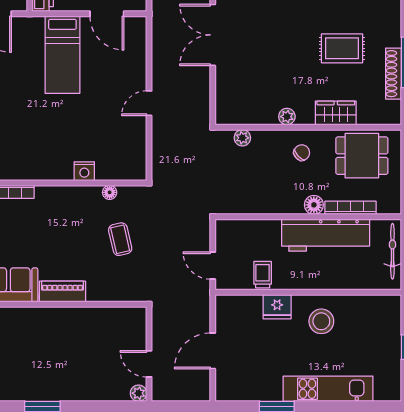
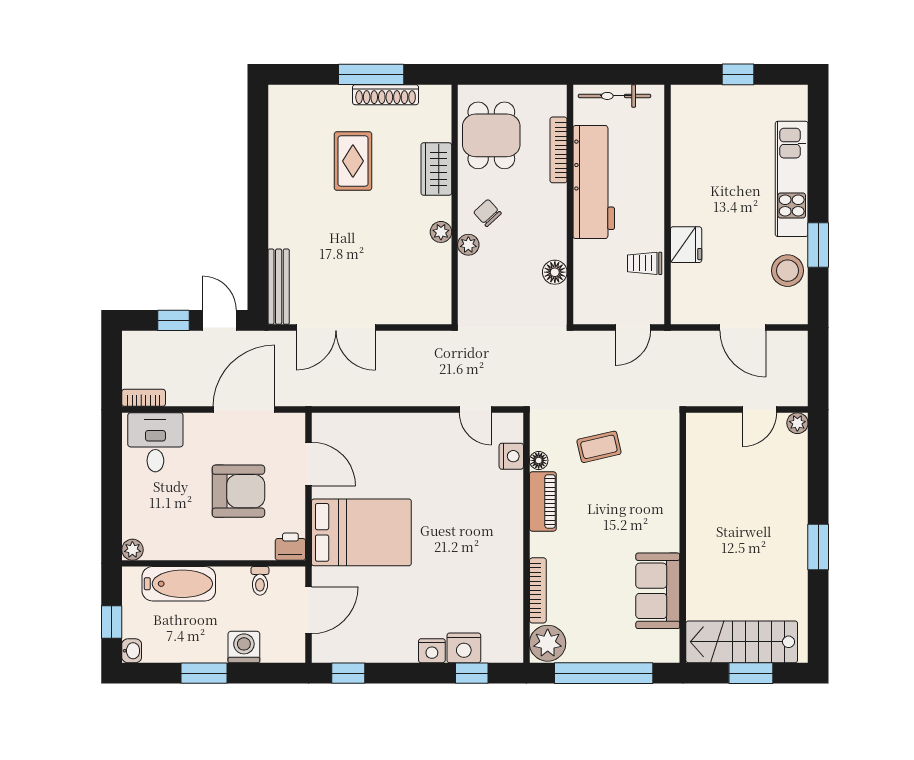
door: (107, 14) -> (309, 464), hinge flipped
bed: (62, 55) -> (361, 532), width x1.50
door: (149, 103) -> (475, 410), moved
plant: (242, 138) -> (468, 245), moved
nightstand: (84, 171) -> (511, 456), moved
floor lamp: (314, 205) -> (555, 272), moved
piano: (62, 292) -> (543, 501), moved, turned 180
stool: (321, 321) -> (788, 271), moved

